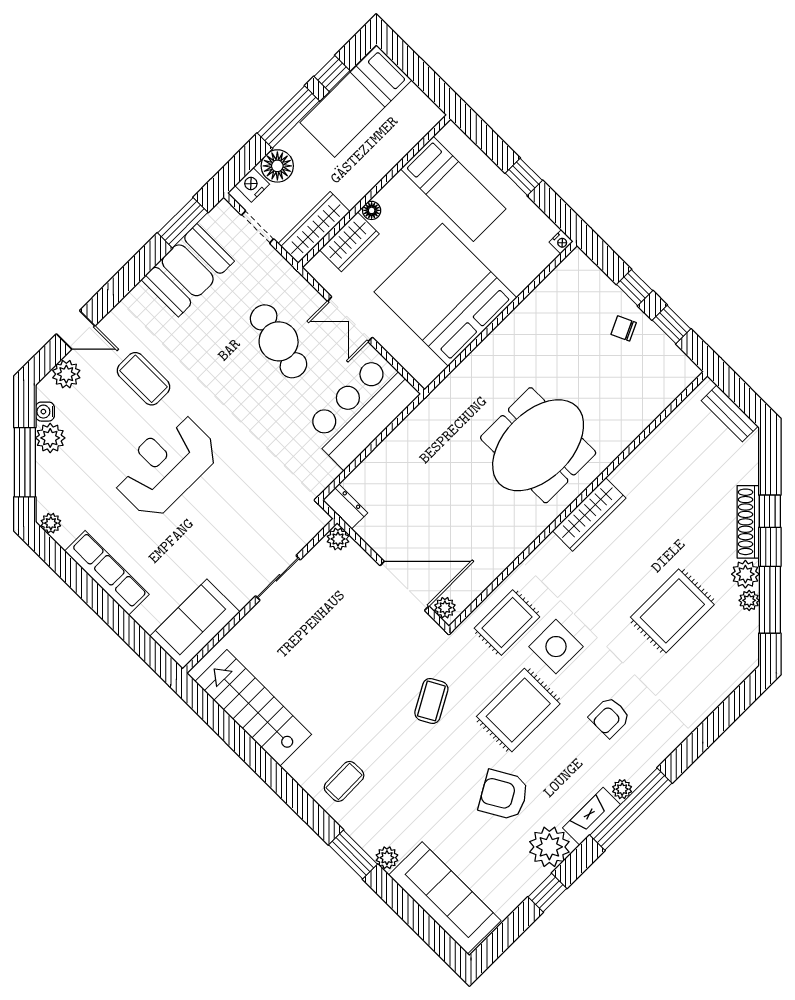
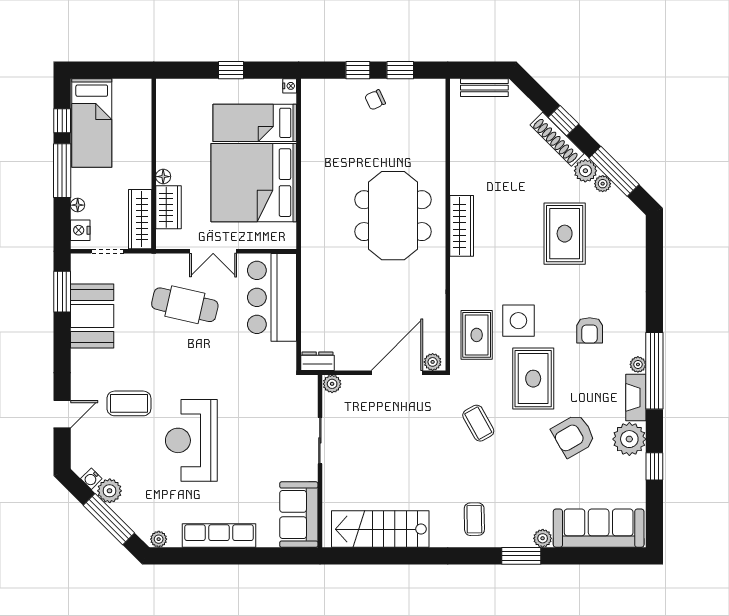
floor lamp: (277, 166) -> (78, 205), width x0.53, depth x0.53
bed: (453, 189) -> (255, 123), moved, turned 180
plant: (66, 374) -> (82, 445), removed

